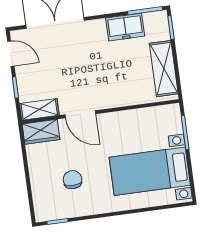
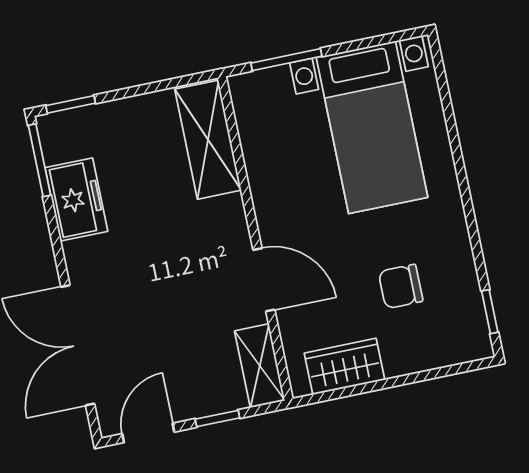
shelving: (164, 69) -> (208, 140), moved, turned 90
door: (80, 114) -> (264, 280), hinge flipped
wardrobe: (41, 132) -> (344, 367), moved, turned -90

